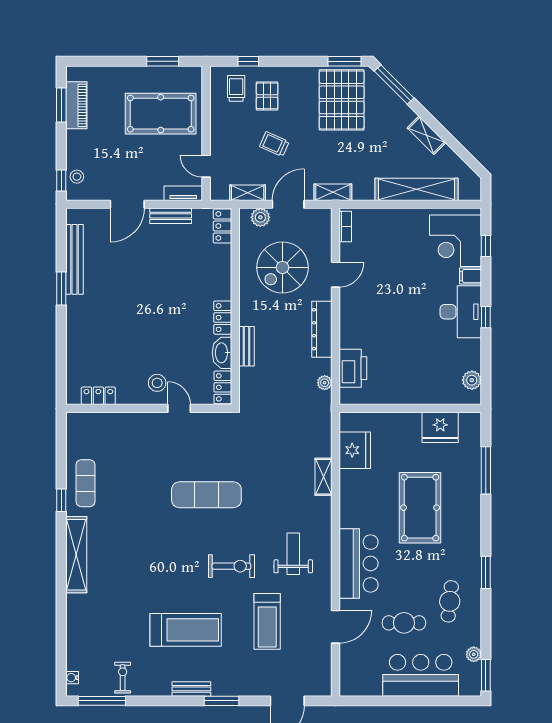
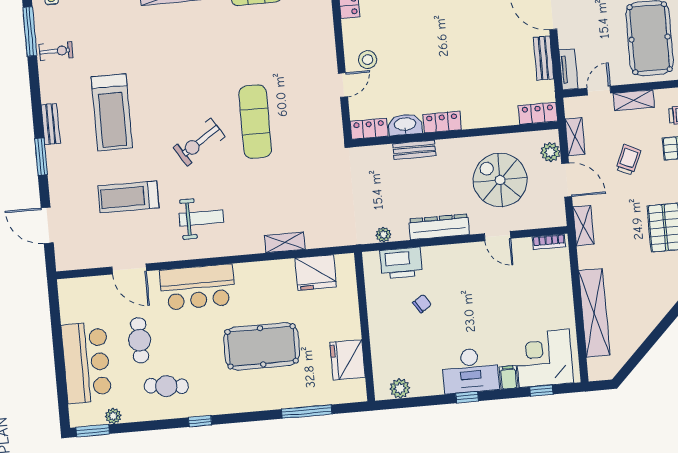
shelving: (426, 135) -> (634, 100), moved, turned 45
chair: (393, 352) -> (422, 304), added
exercise bike: (231, 566) -> (199, 142), moved, turned 57
window: (486, 572) -> (200, 421), width x0.67

